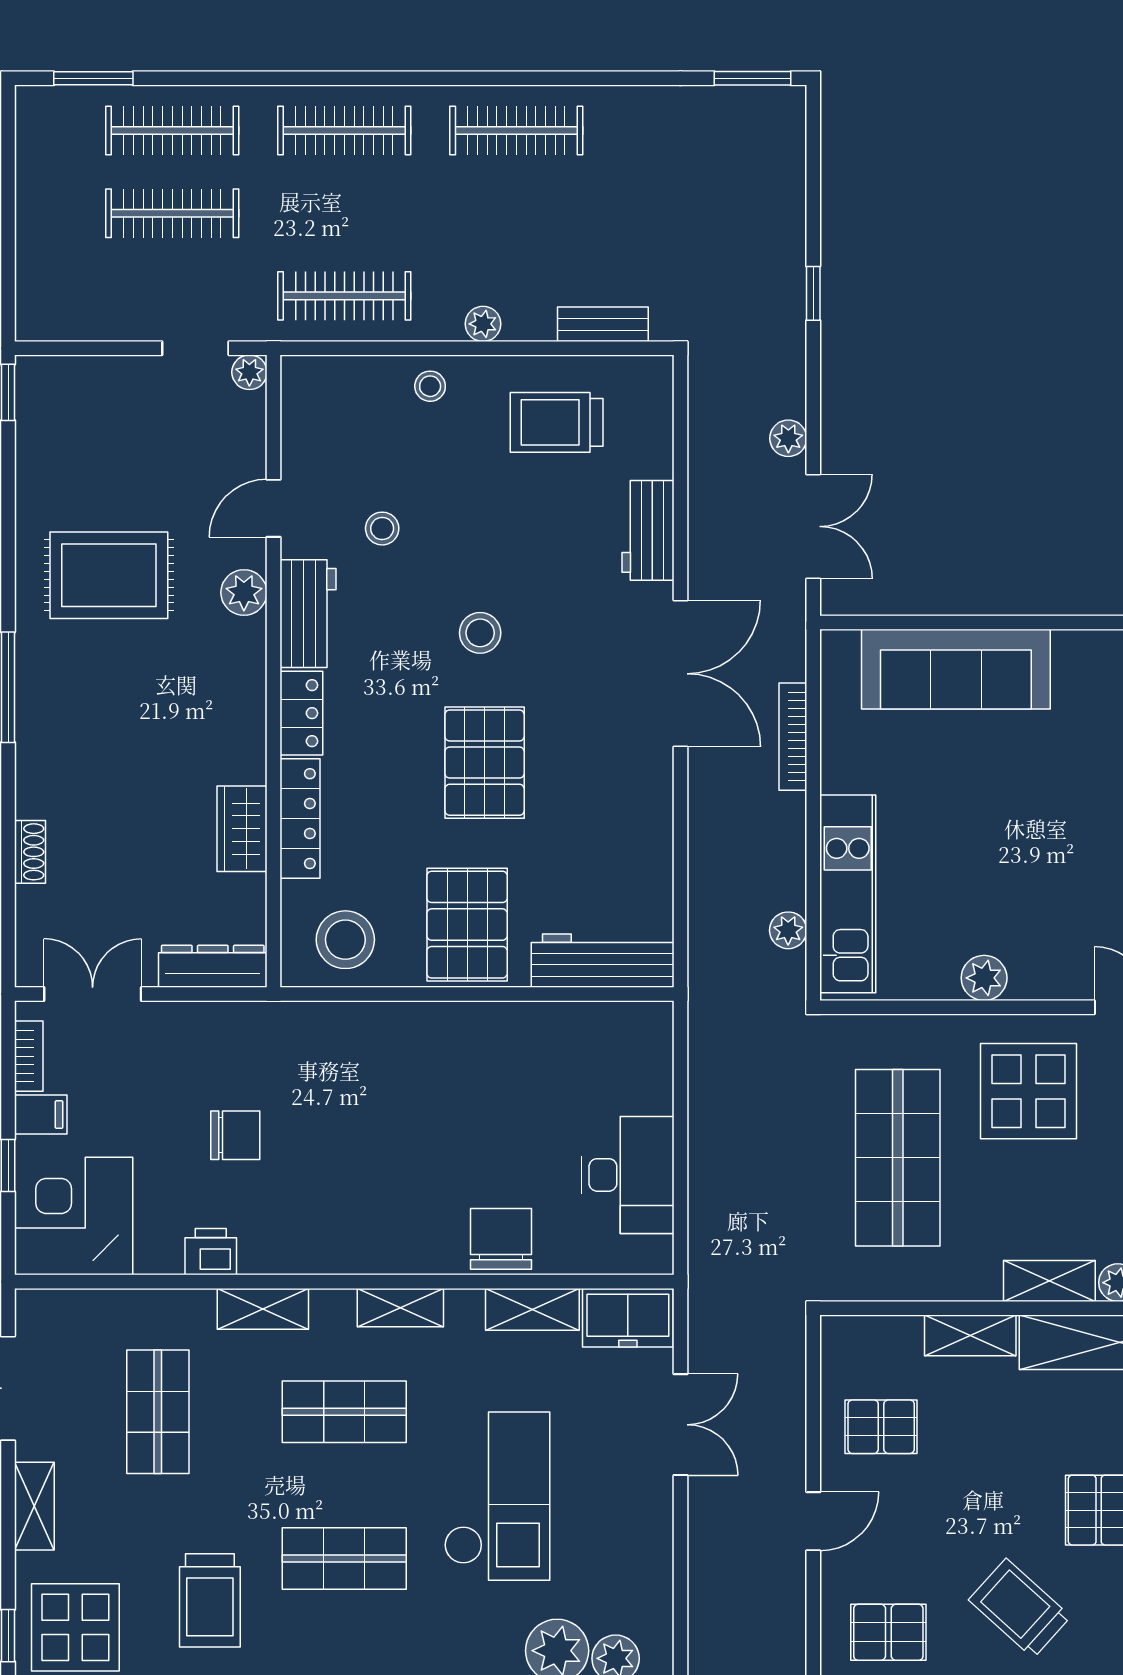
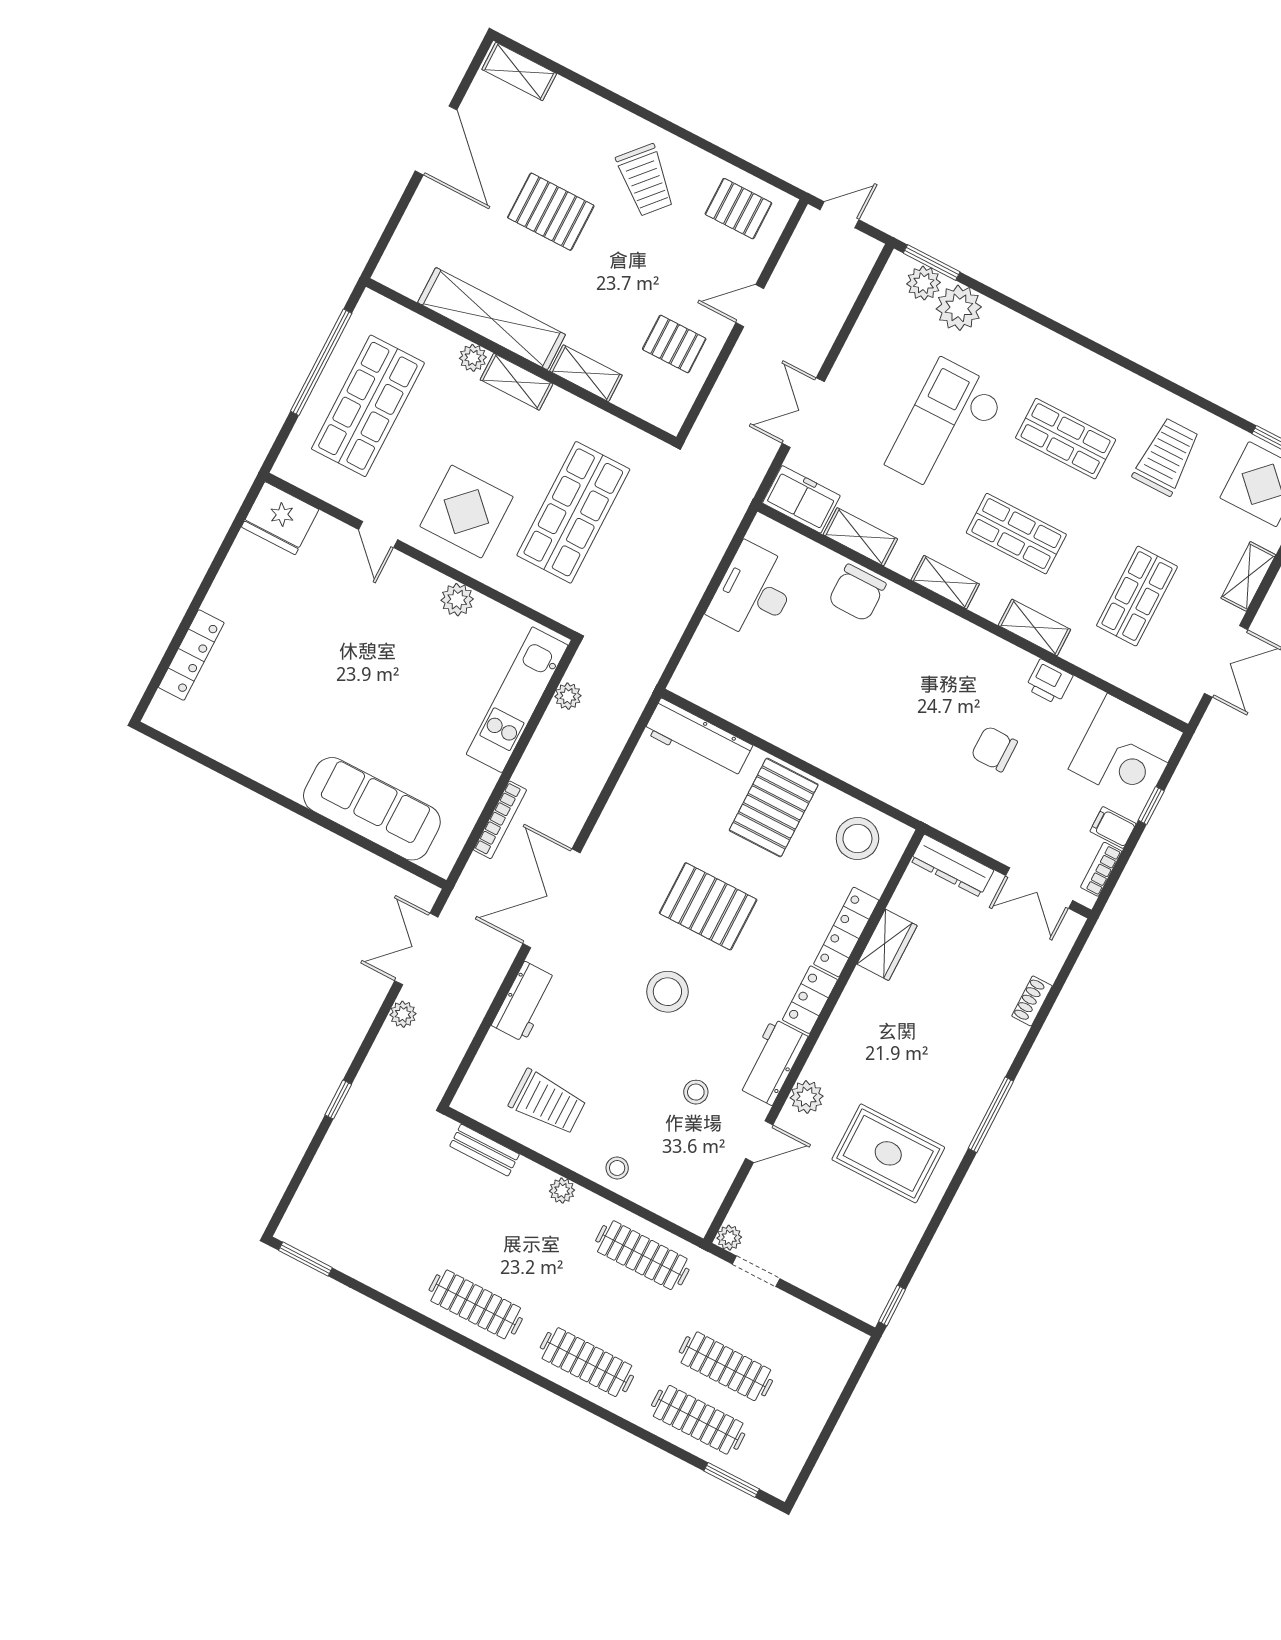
stool: (480, 633) -> (667, 992), width x1.38, depth x1.38
pallet: (485, 763) -> (708, 906), turned 90

